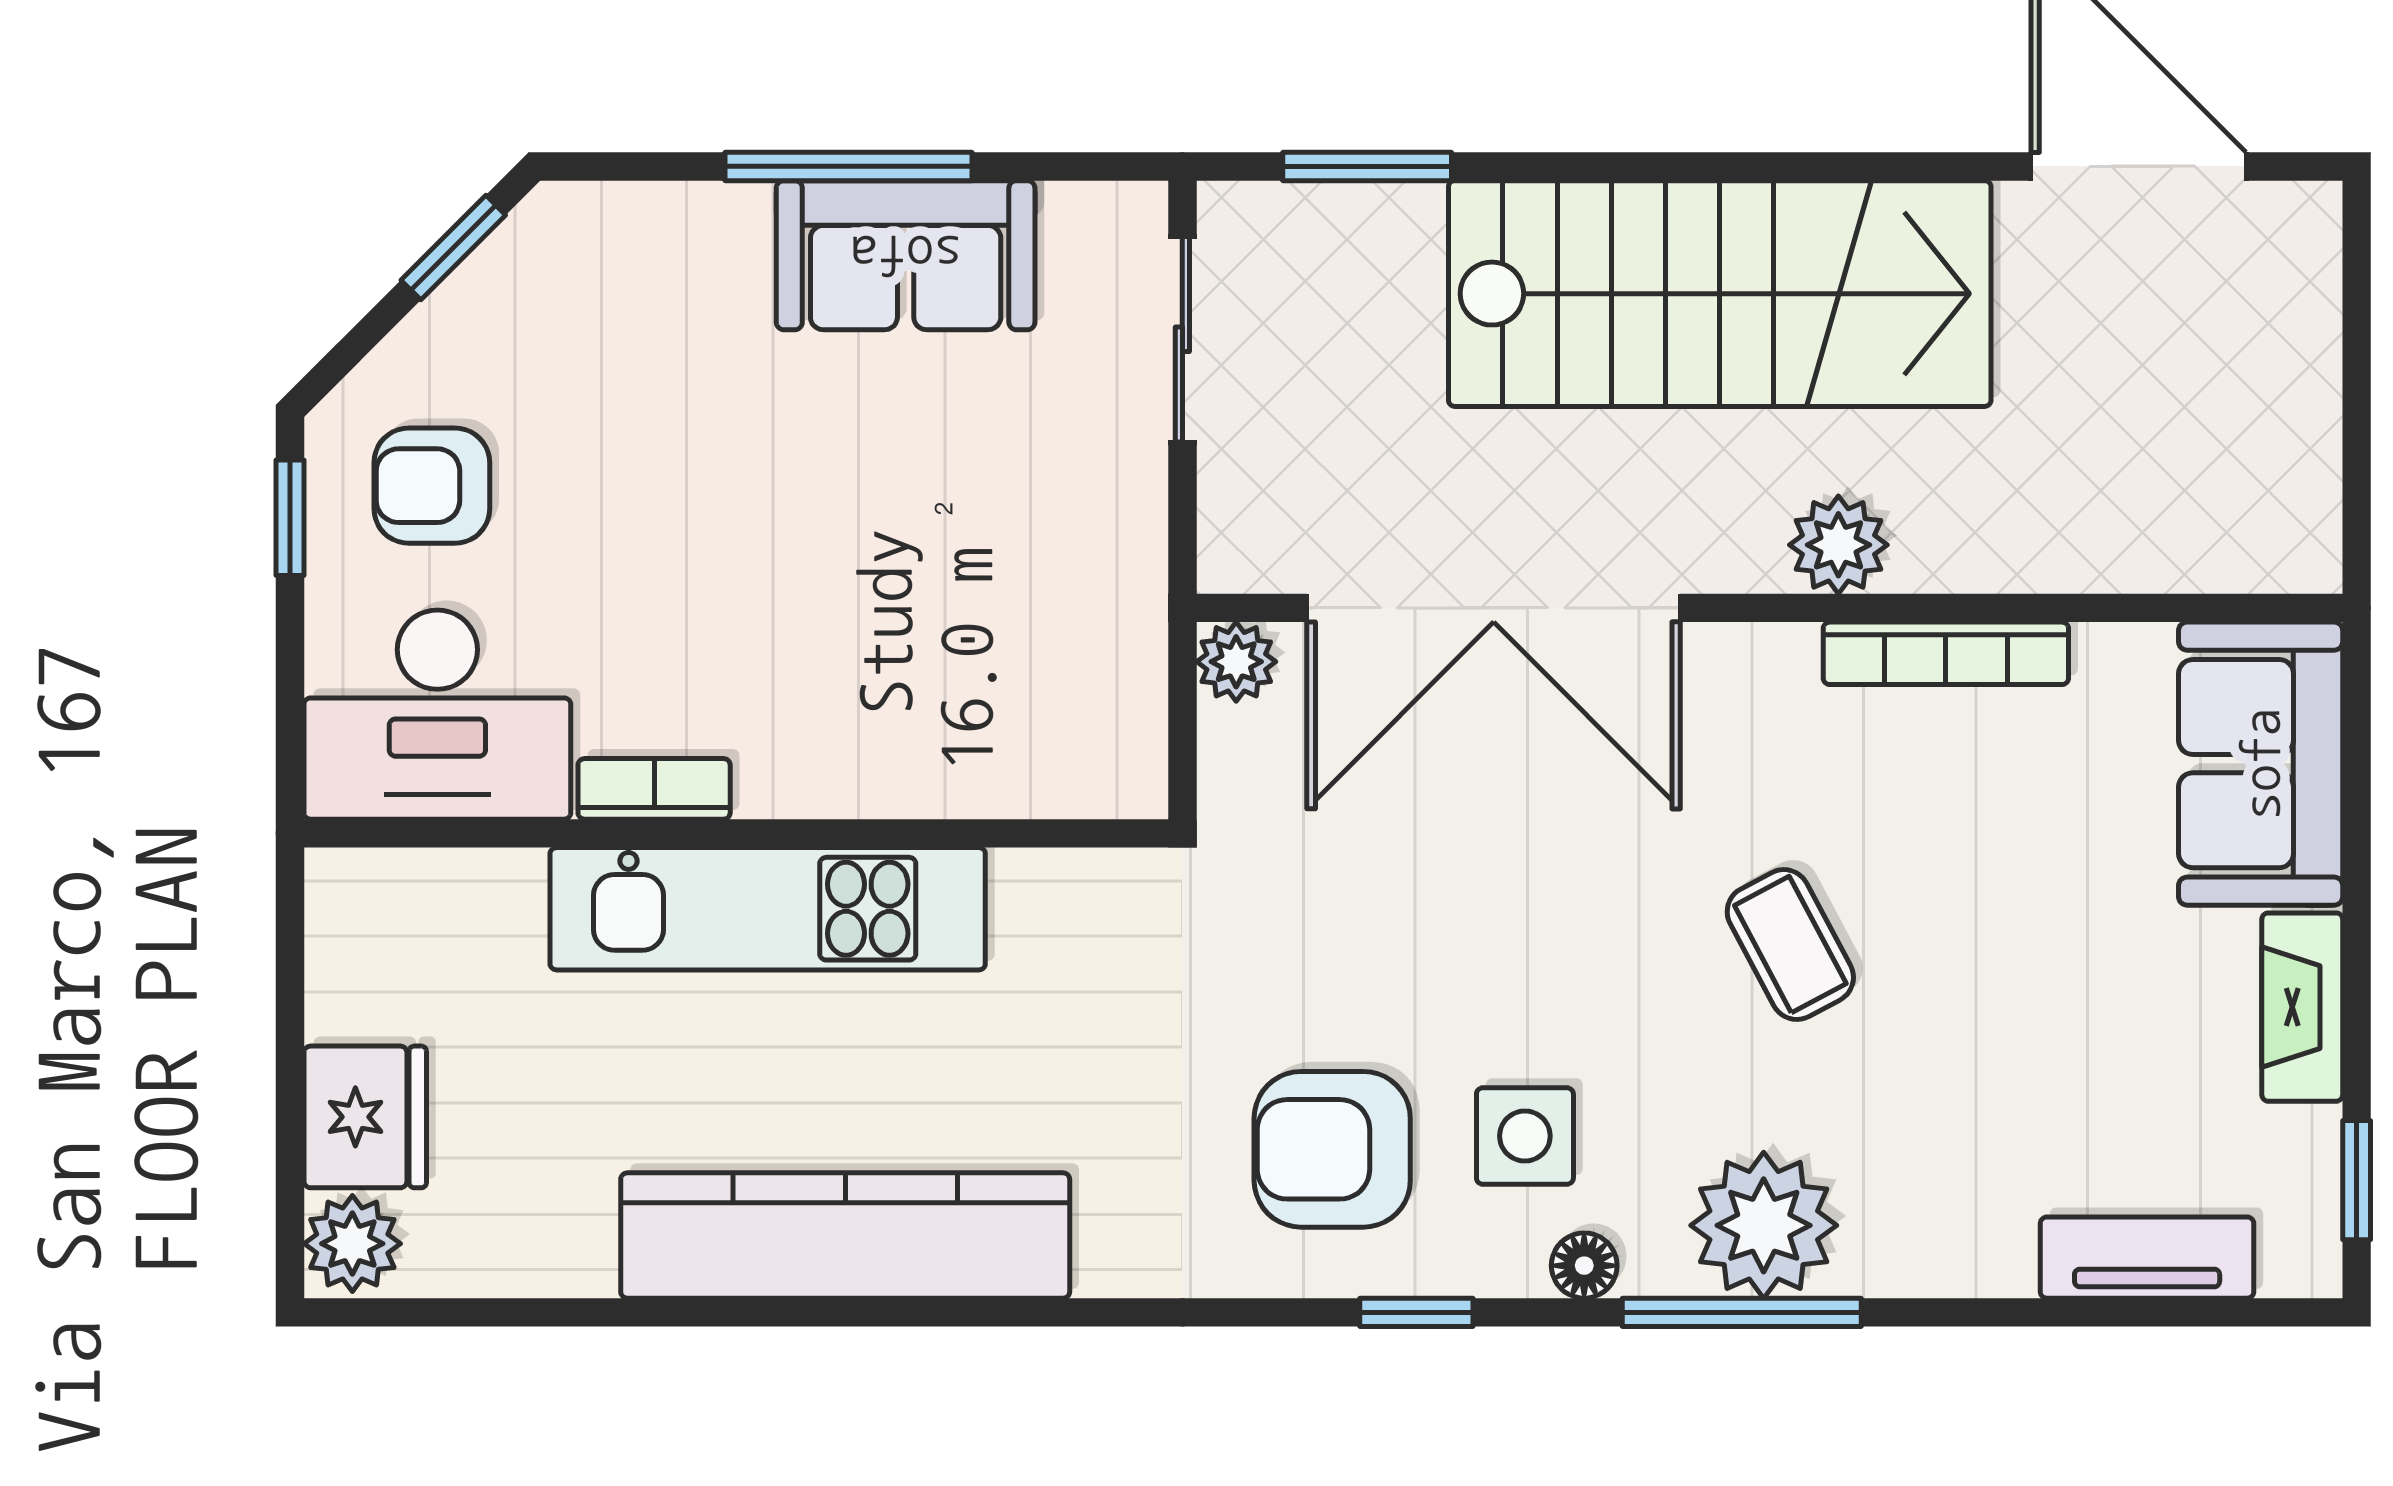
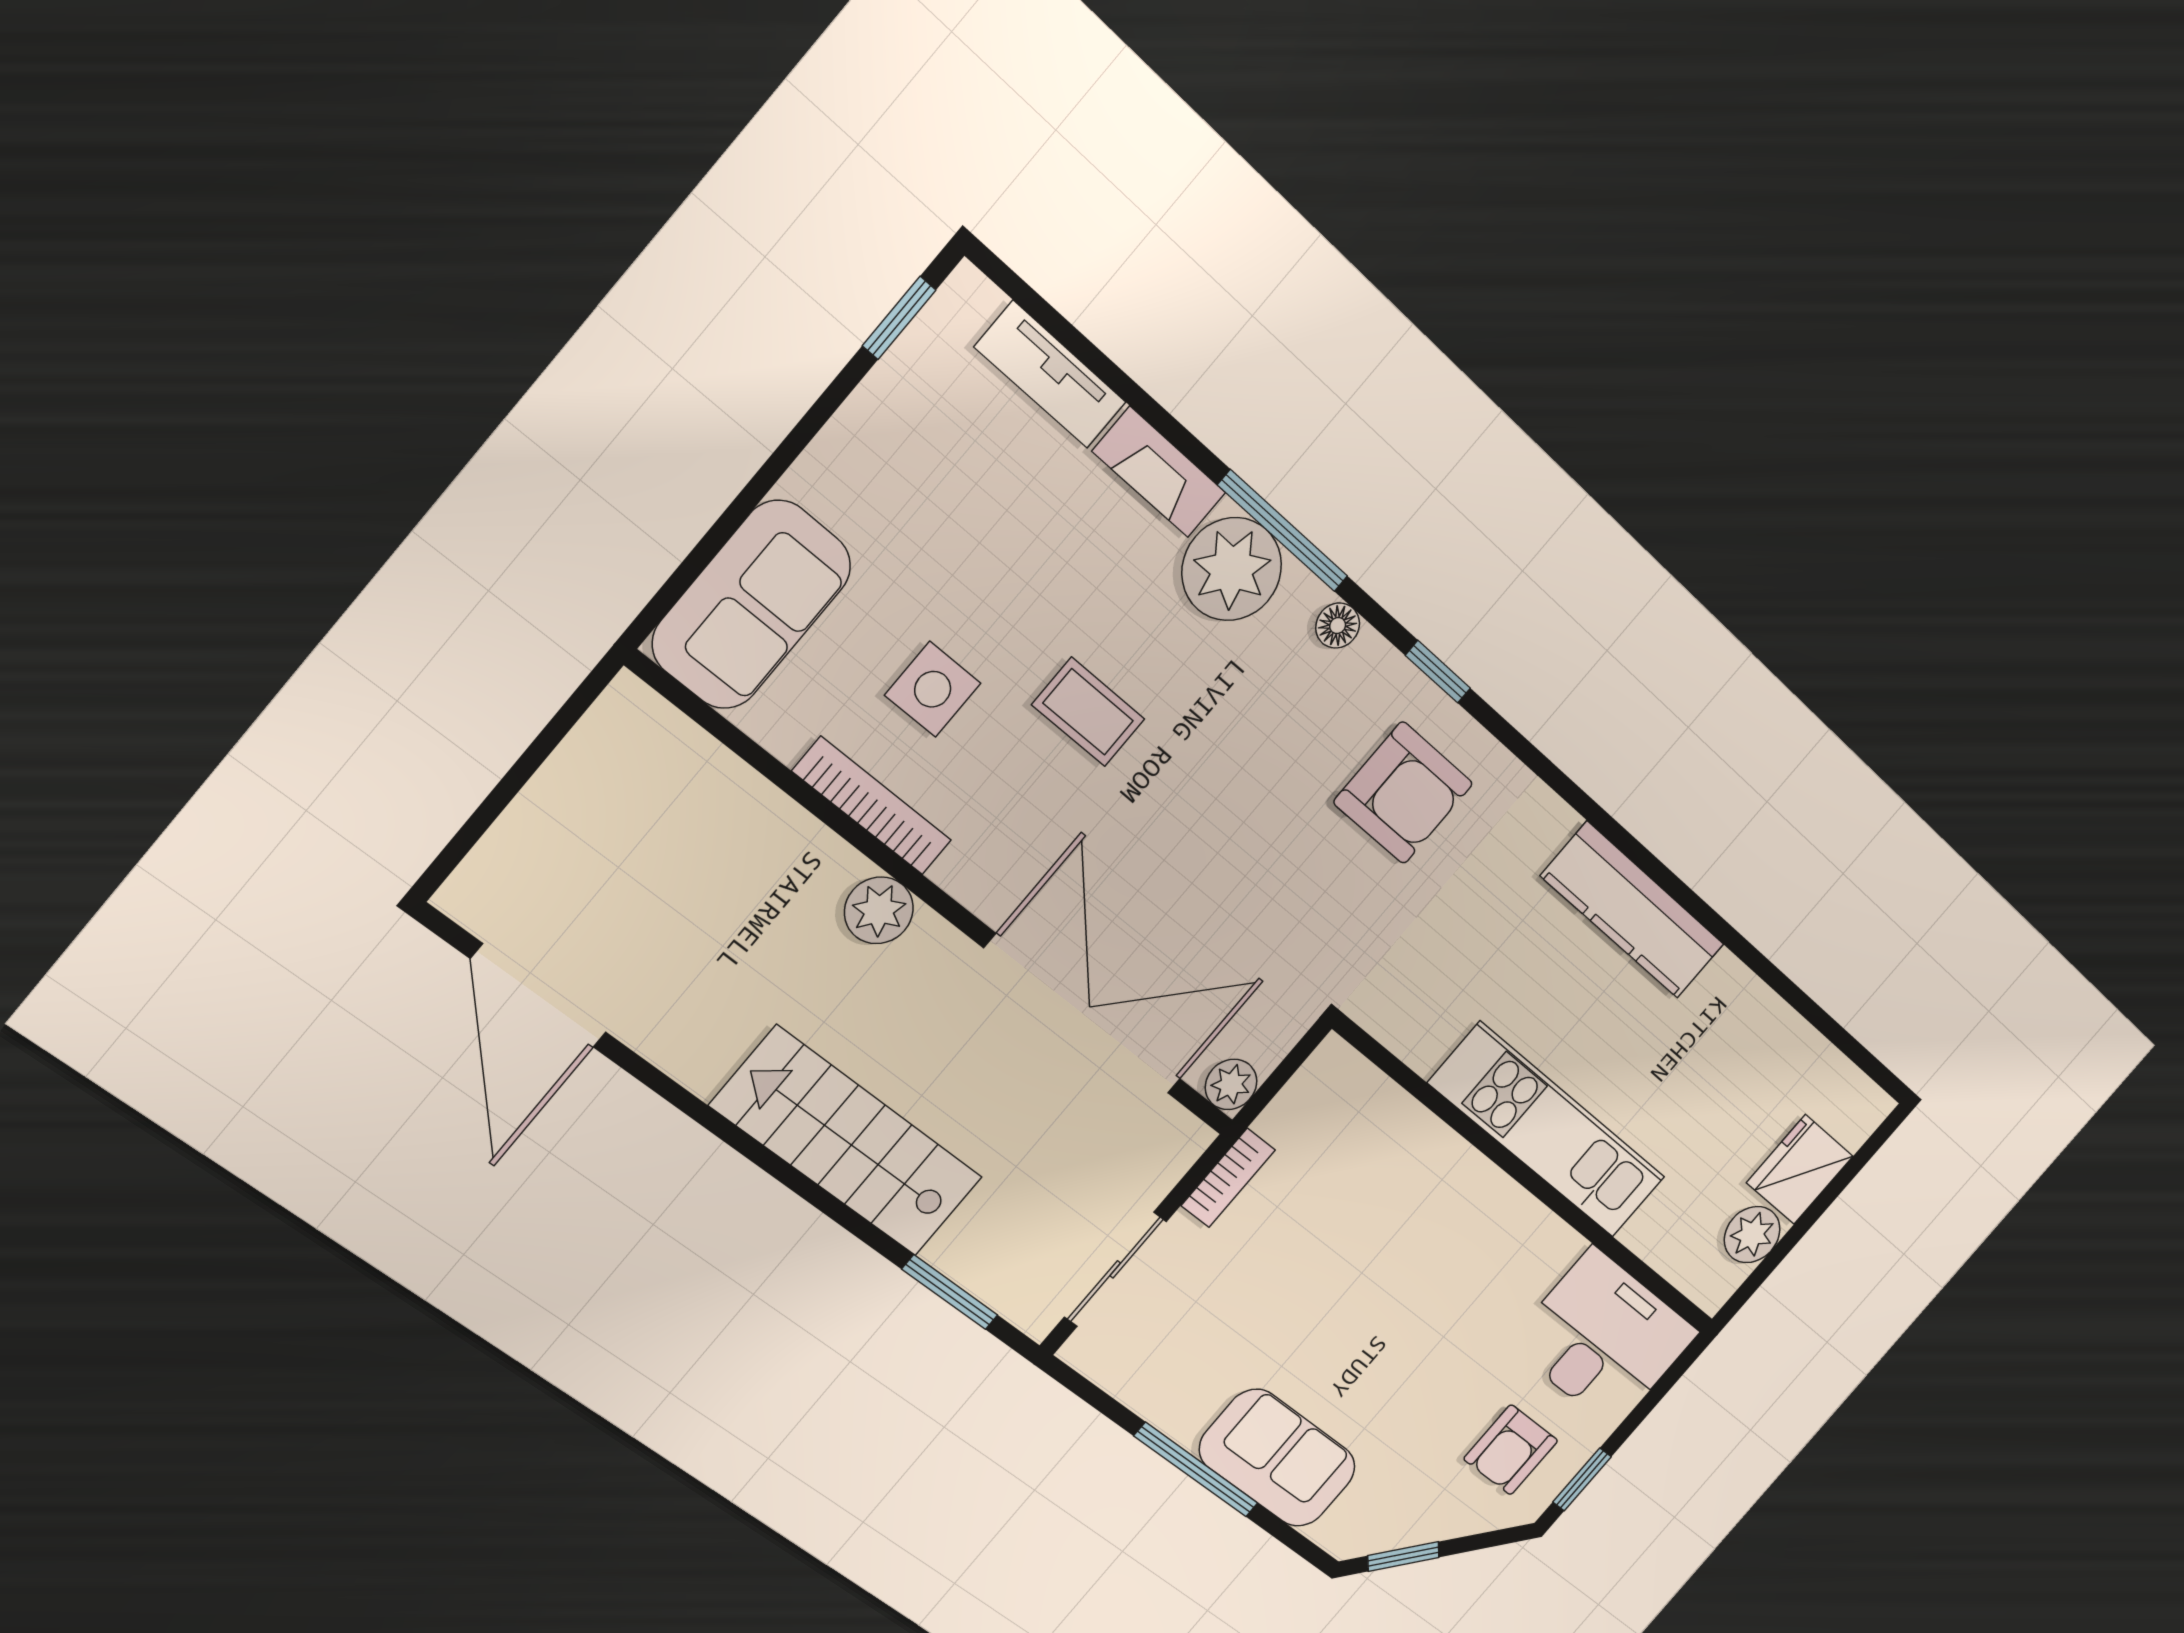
sofa: (906, 255) -> (1278, 1458), moved
stairs: (1720, 294) -> (847, 1142), width x0.73, depth x0.66
armchair: (432, 486) -> (1511, 1450), turned 90
bookcase: (654, 789) -> (1228, 1178), moved, turned -90
coffee table: (1790, 945) -> (1088, 712), turned -62
fireplace: (2302, 1007) -> (1159, 472), moved, turned 90
side table: (1525, 1136) -> (933, 689), moved
kitchen counter: (845, 1236) -> (1633, 910), width x0.72, depth x0.86
plant: (352, 1244) -> (1752, 1235), moved

